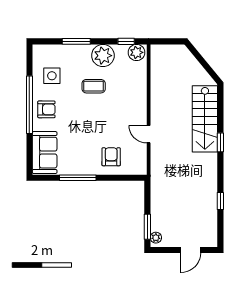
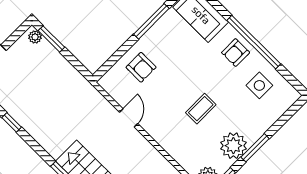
window: (76, 41) -> (255, 148), moved
coffee table: (94, 86) -> (201, 109), moved
door: (149, 134) -> (129, 118), hinge flipped

